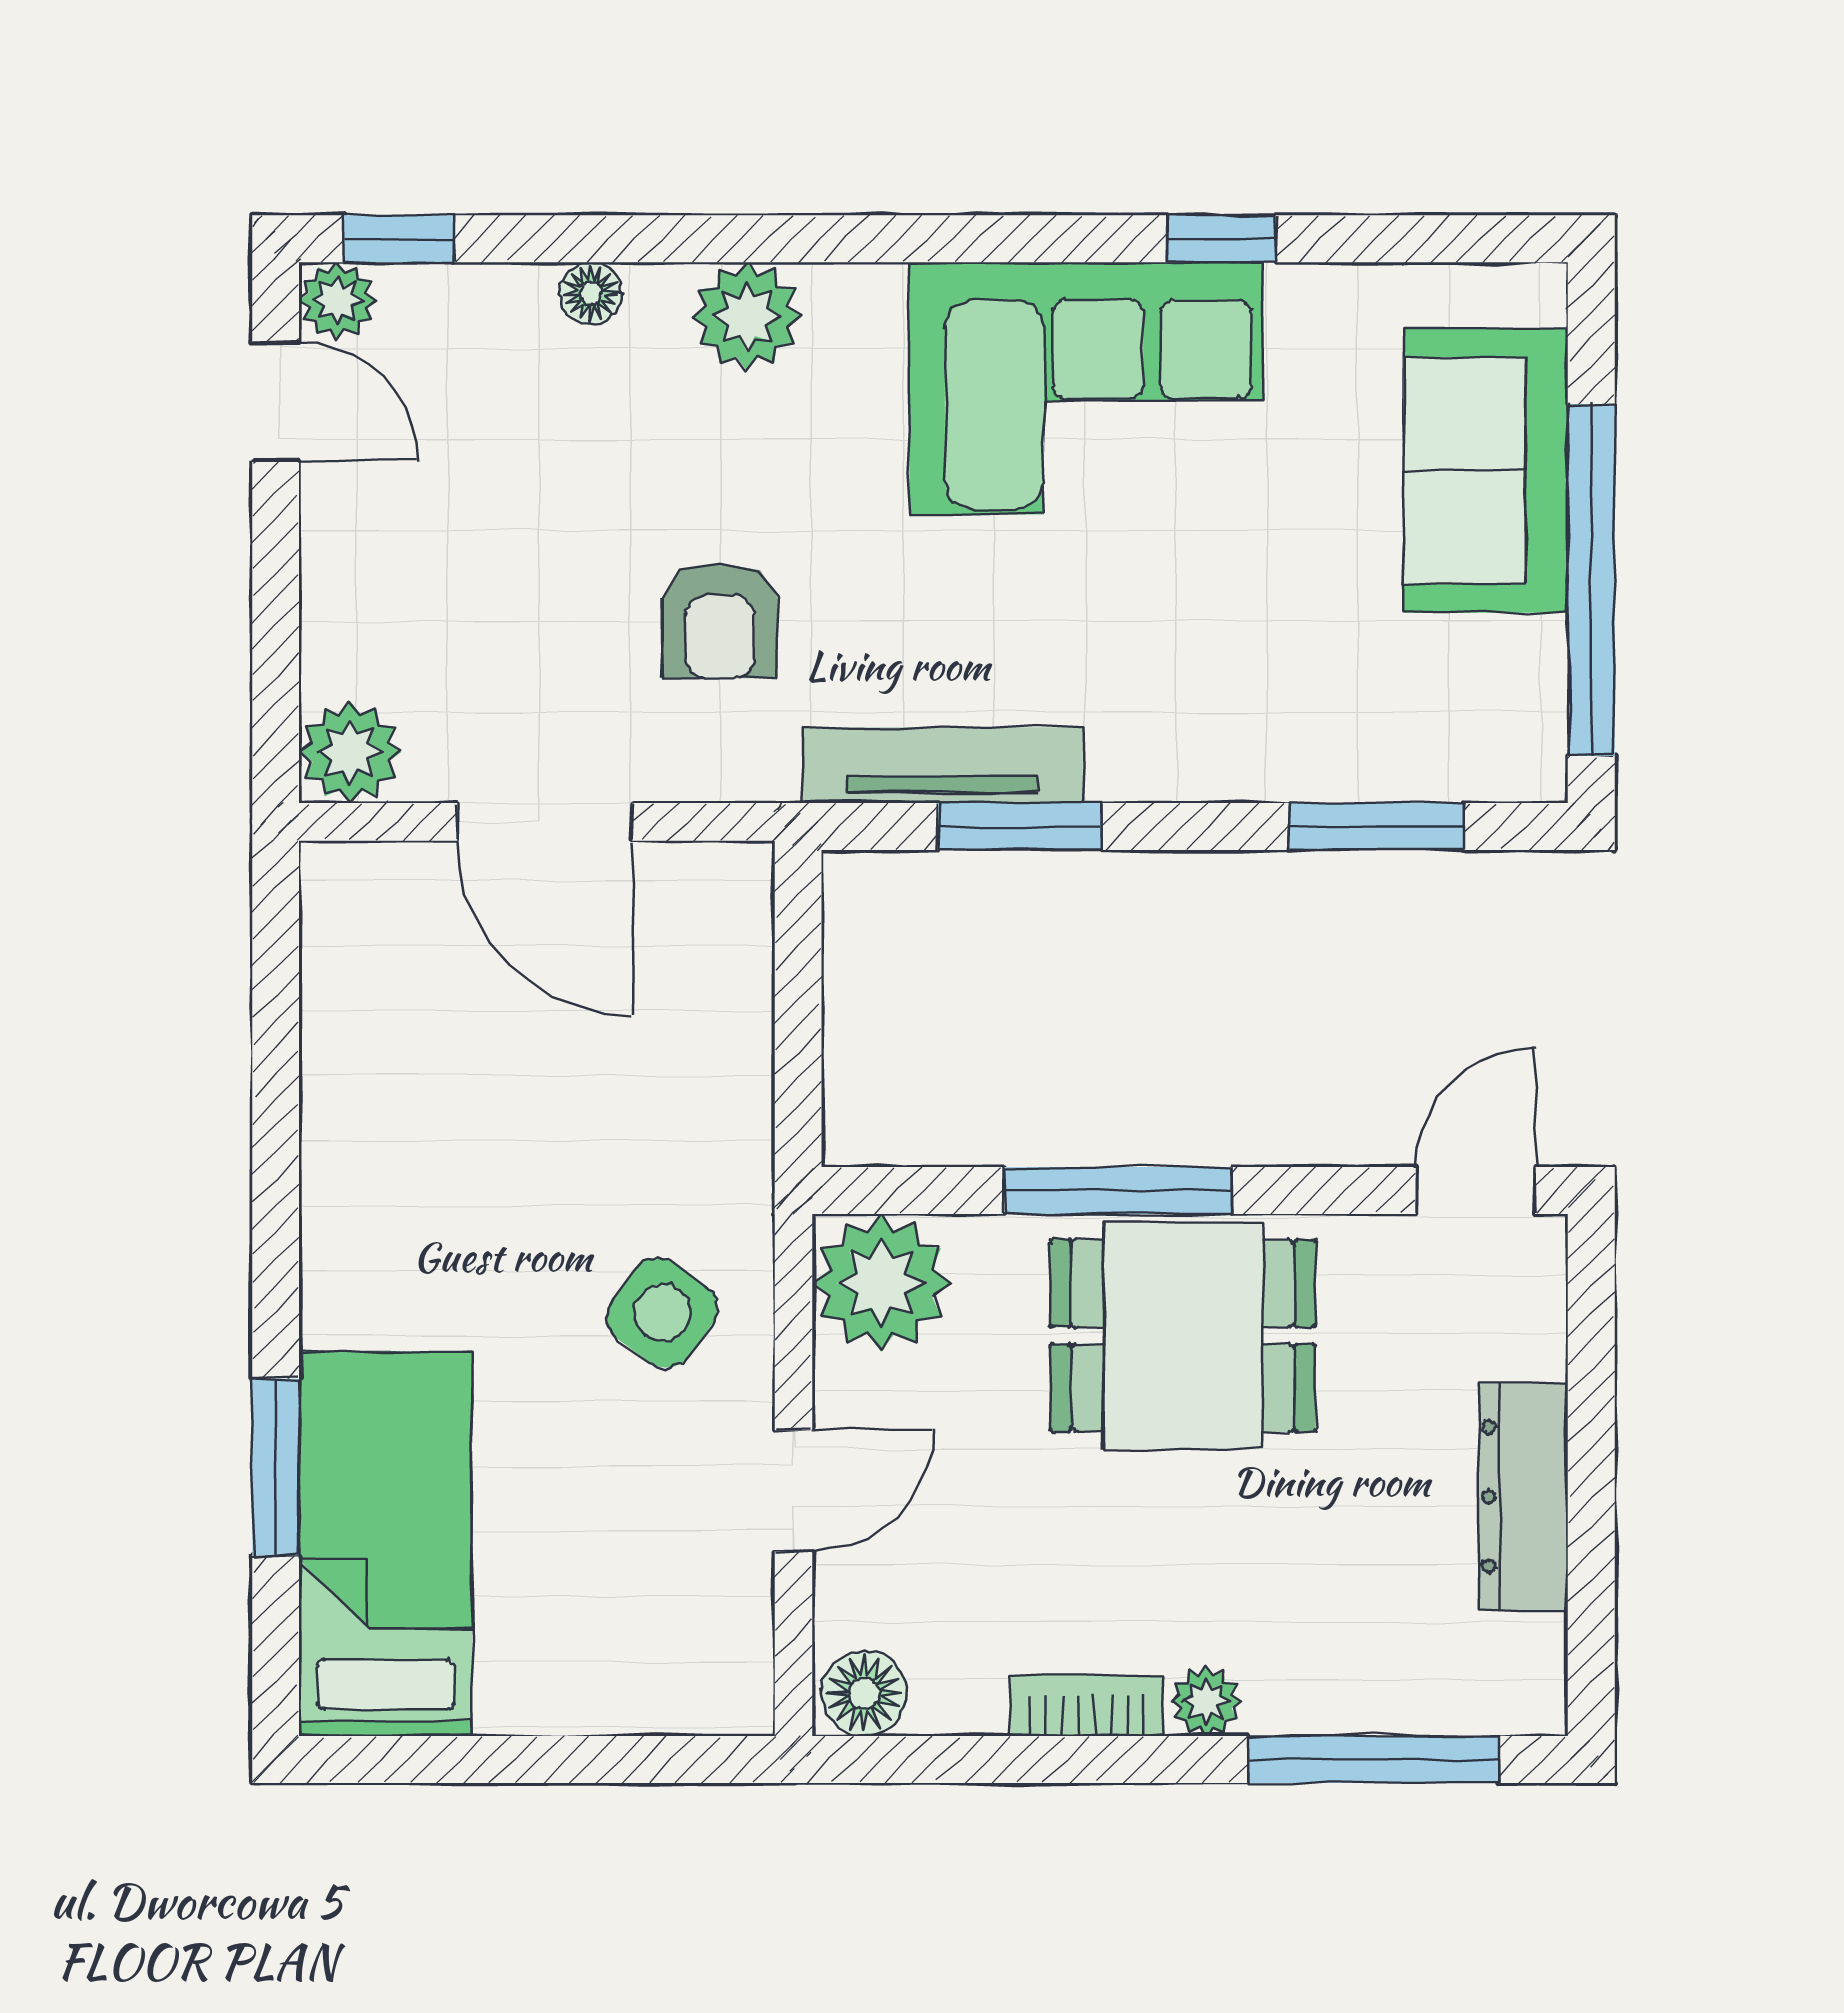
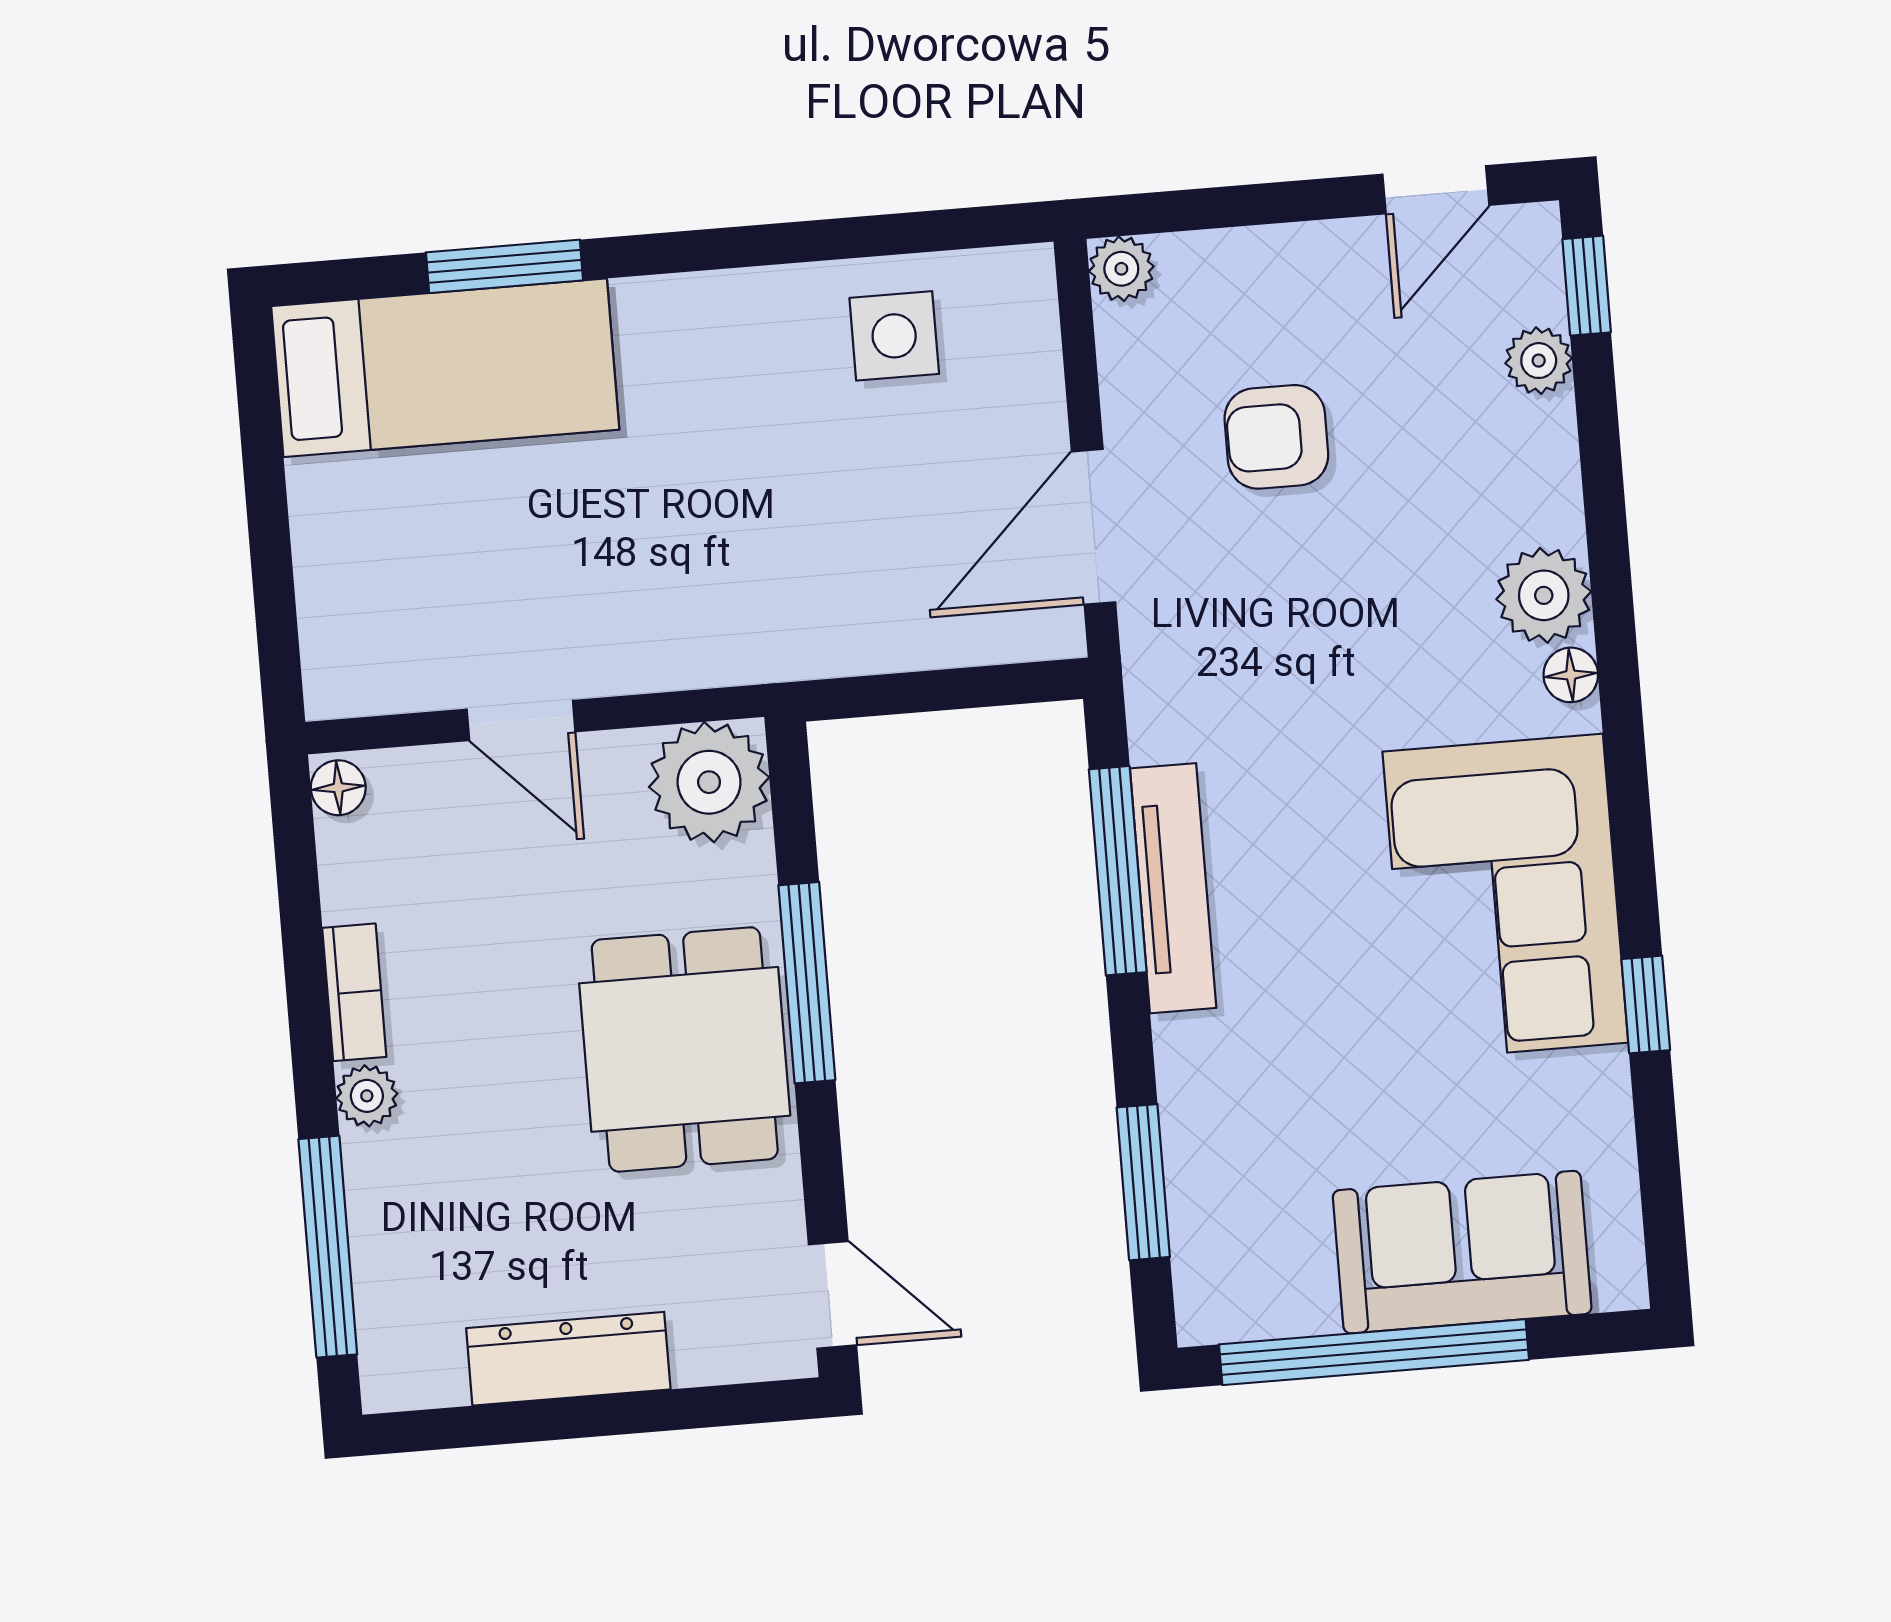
floor lamp: (591, 293) -> (1571, 675), moved
plant: (337, 300) -> (1539, 361), moved
armchair: (720, 621) -> (1276, 437), moved
plant: (350, 752) -> (1121, 269), width x0.73, depth x0.73
tv unit: (943, 765) -> (1173, 888), moved
door: (545, 822) -> (1094, 527), moved
window: (1020, 827) -> (1118, 871), width x1.44
side table: (662, 1313) -> (894, 336), moved, turned -36
floor lamp: (864, 1693) -> (338, 788), width x0.73, depth x0.73

